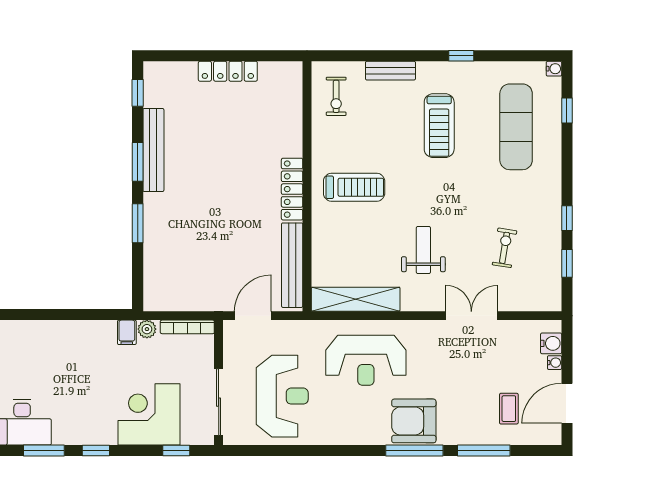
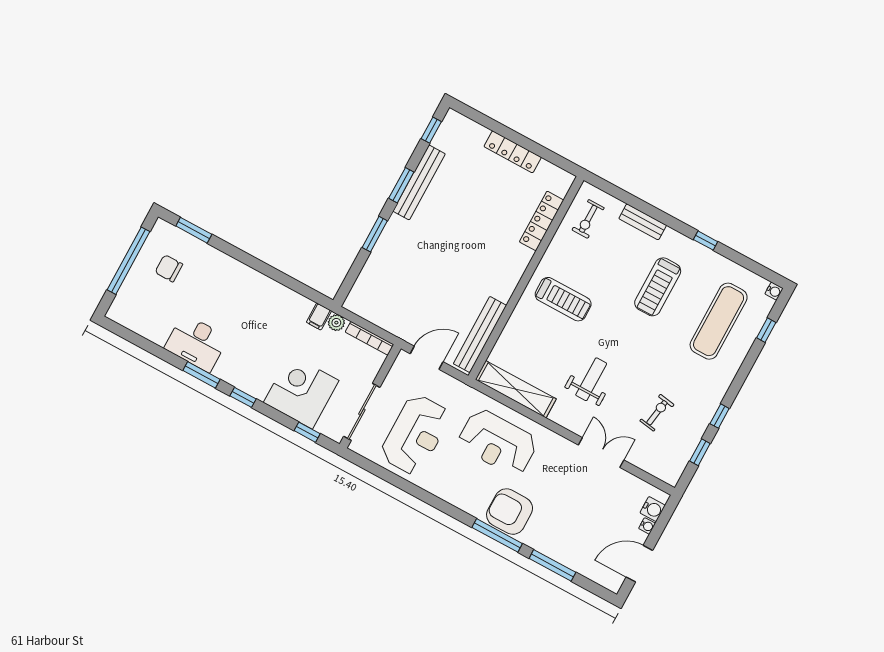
locker: (292, 189) -> (542, 221), moved
coffee table: (509, 409) -> (591, 543), removed

